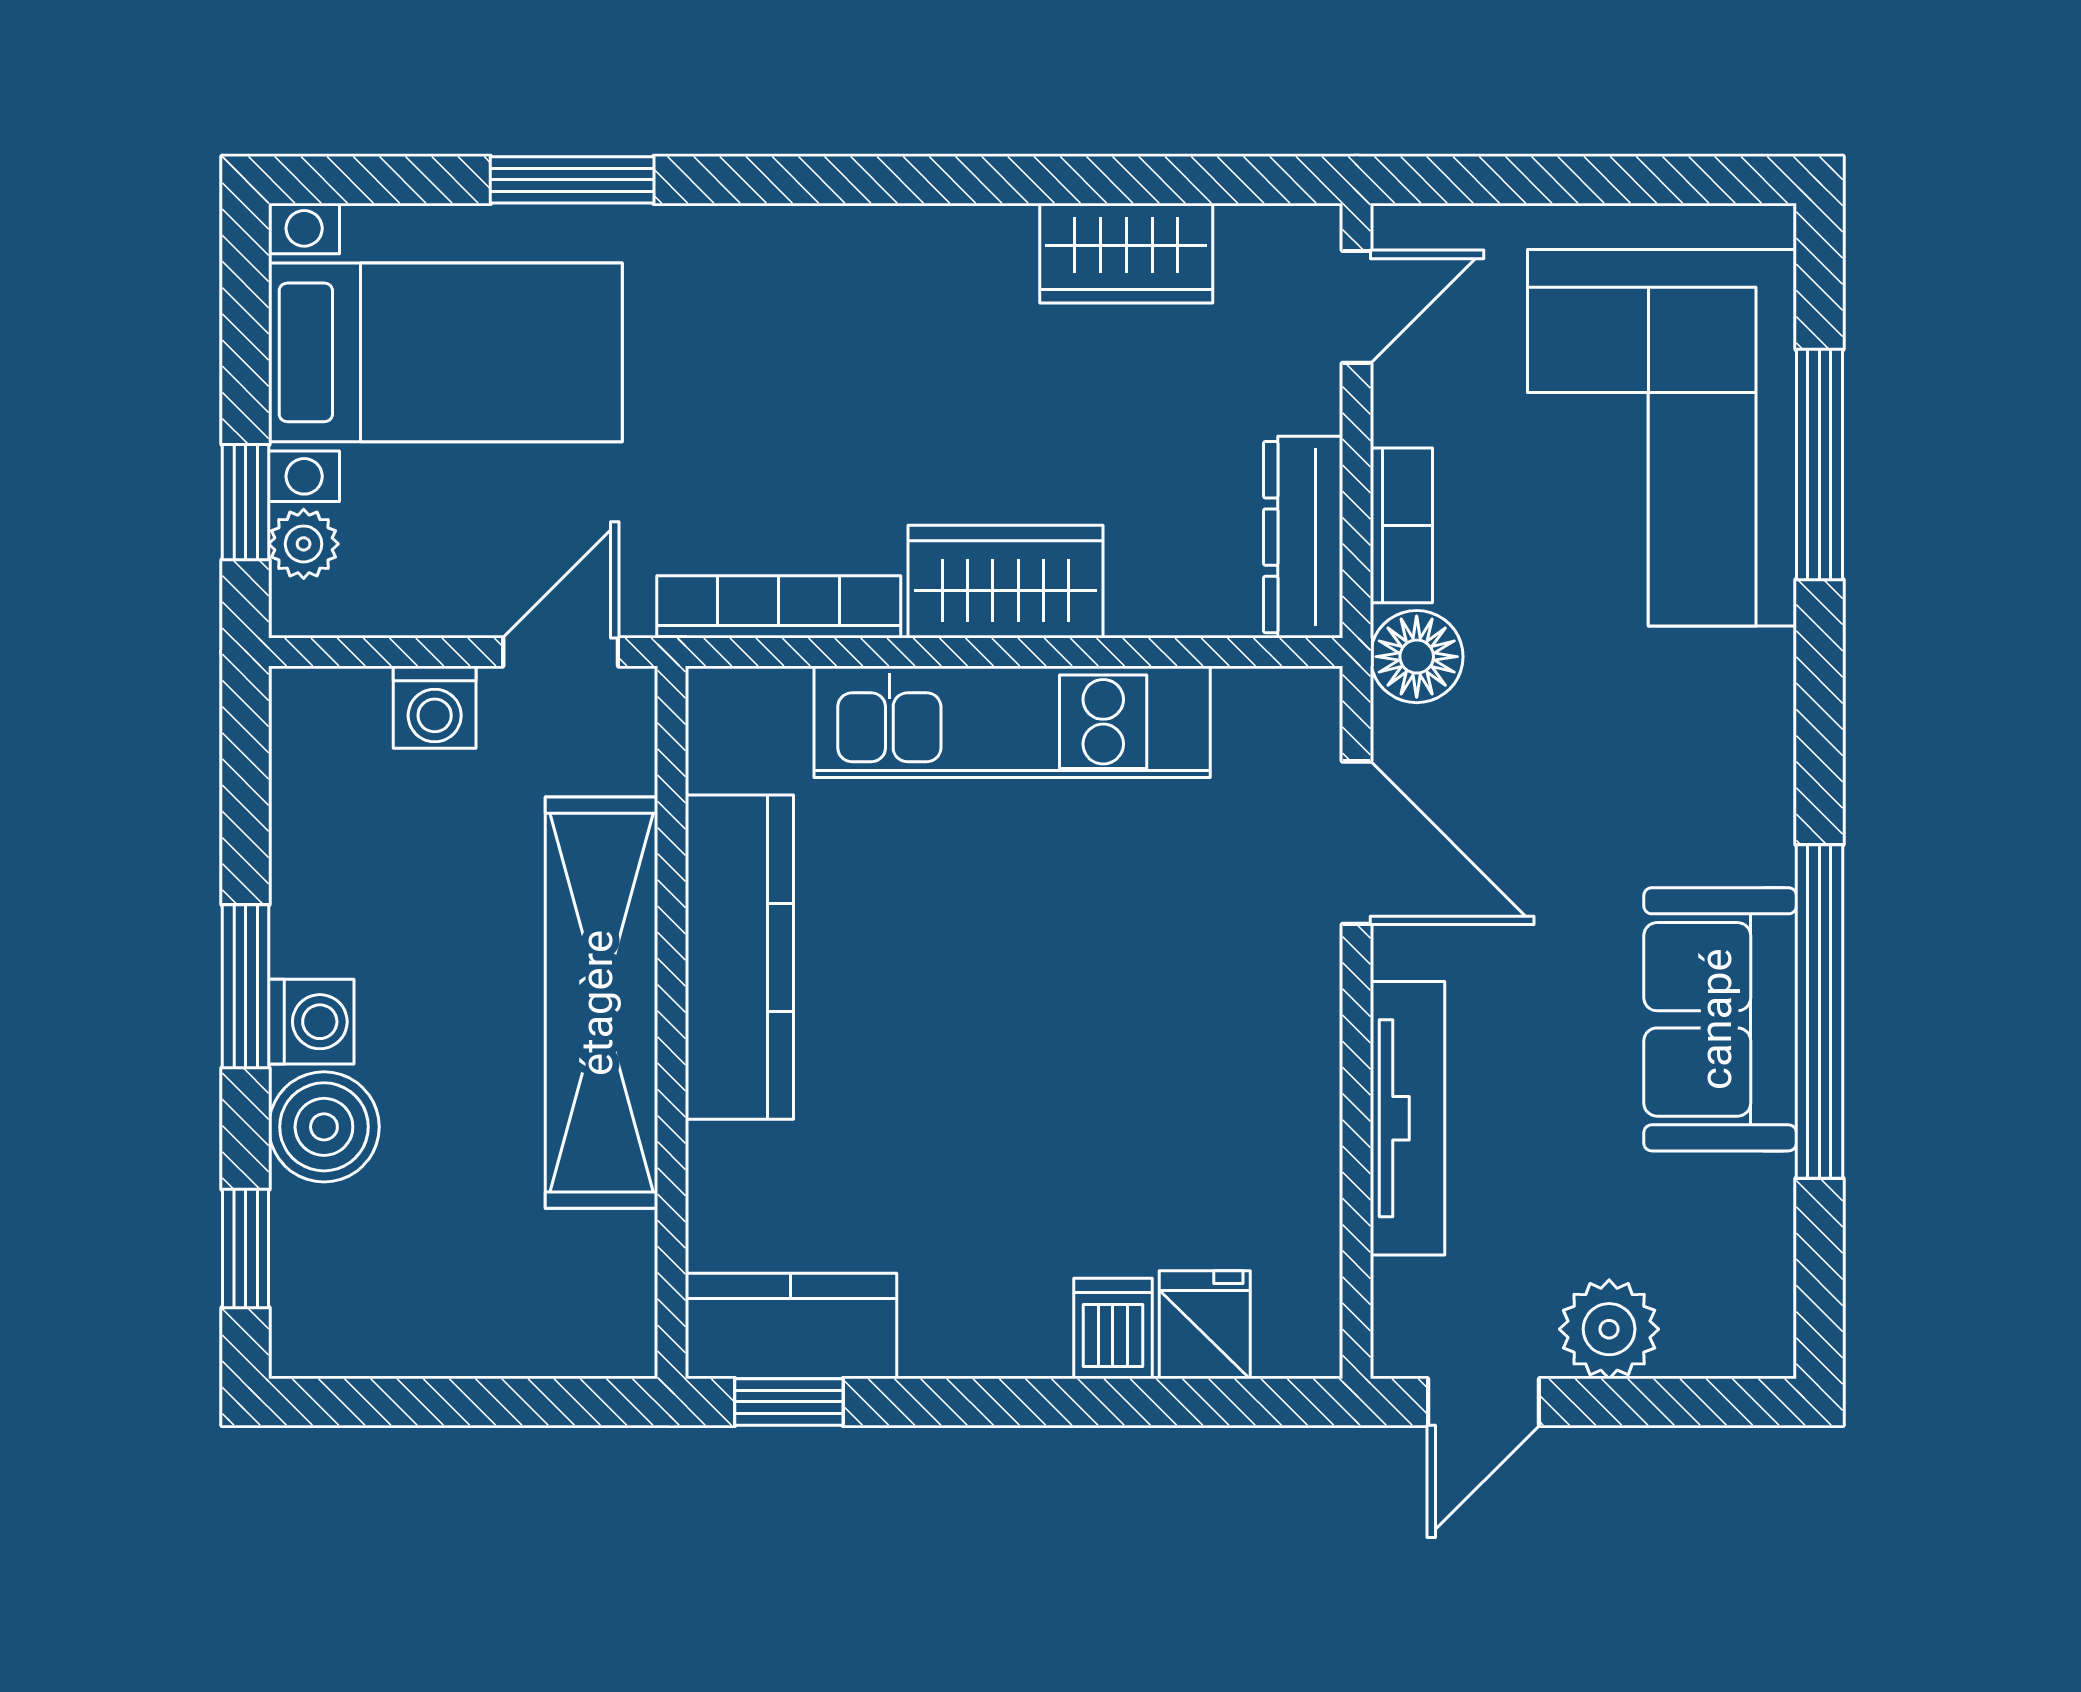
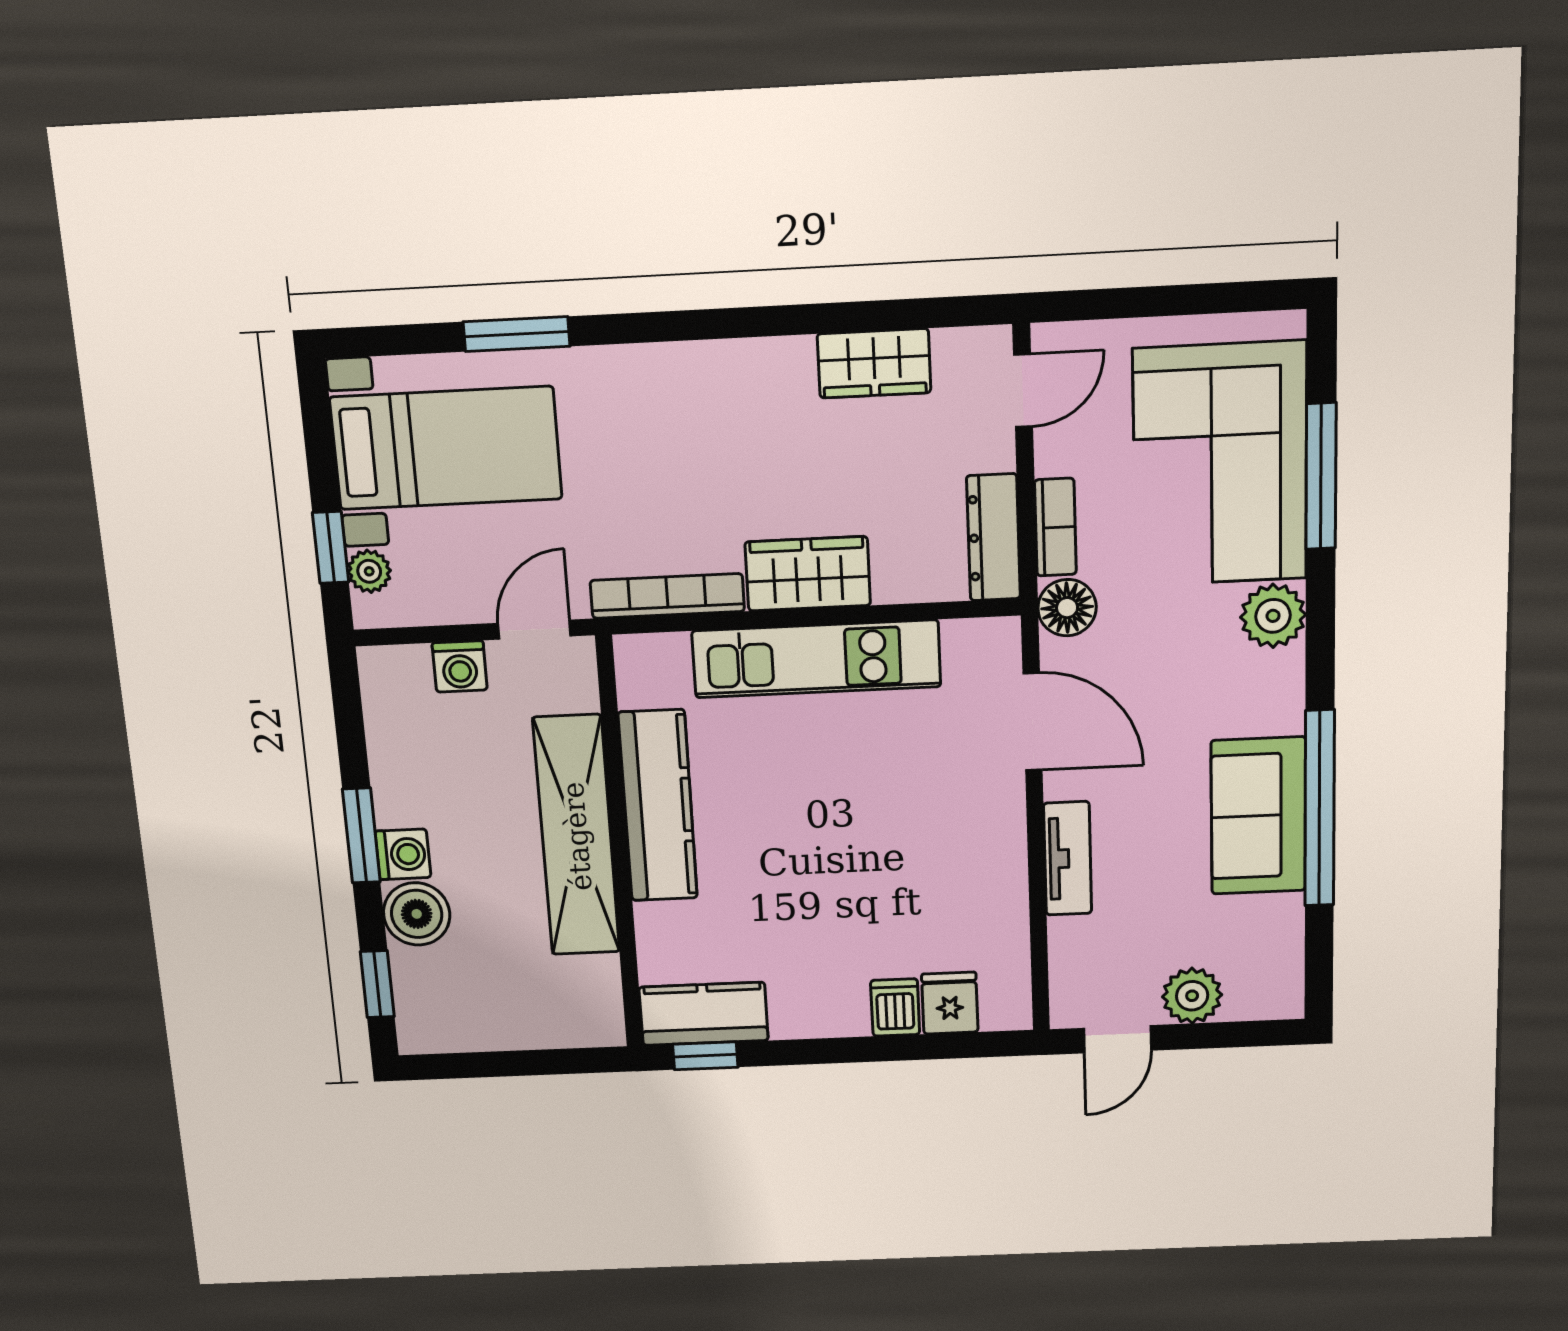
plant: (1744, 686) -> (1273, 616), added
tv unit: (1408, 1118) -> (1068, 858), width x0.71

